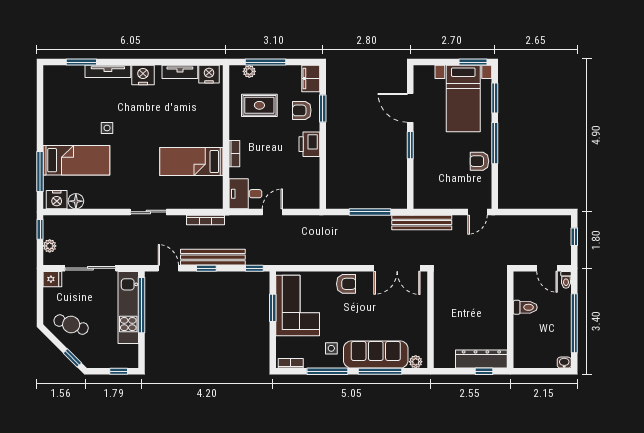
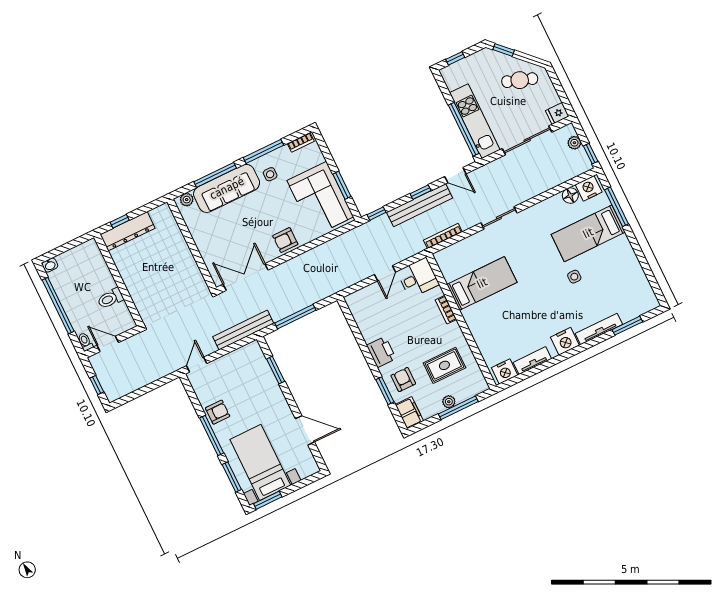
plant: (249, 71) -> (449, 402), moved
armchair: (302, 110) -> (403, 380), turned -90
window: (410, 145) -> (276, 370), moved

